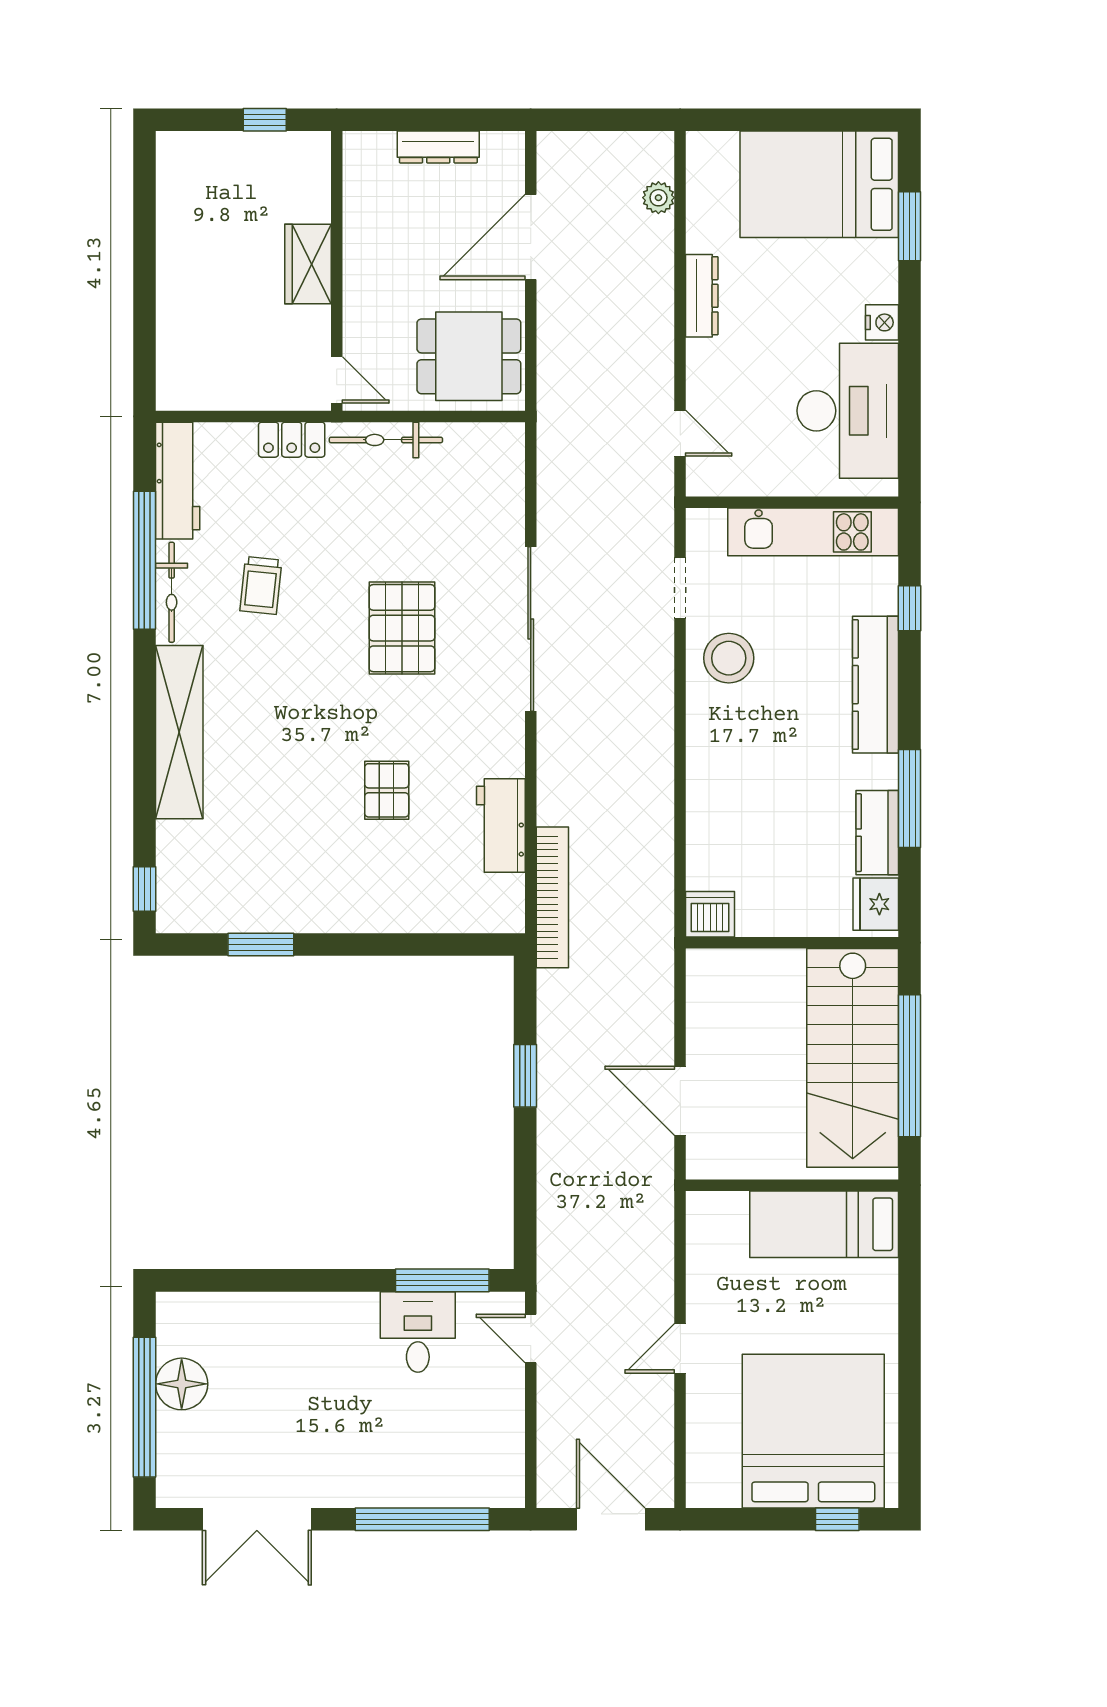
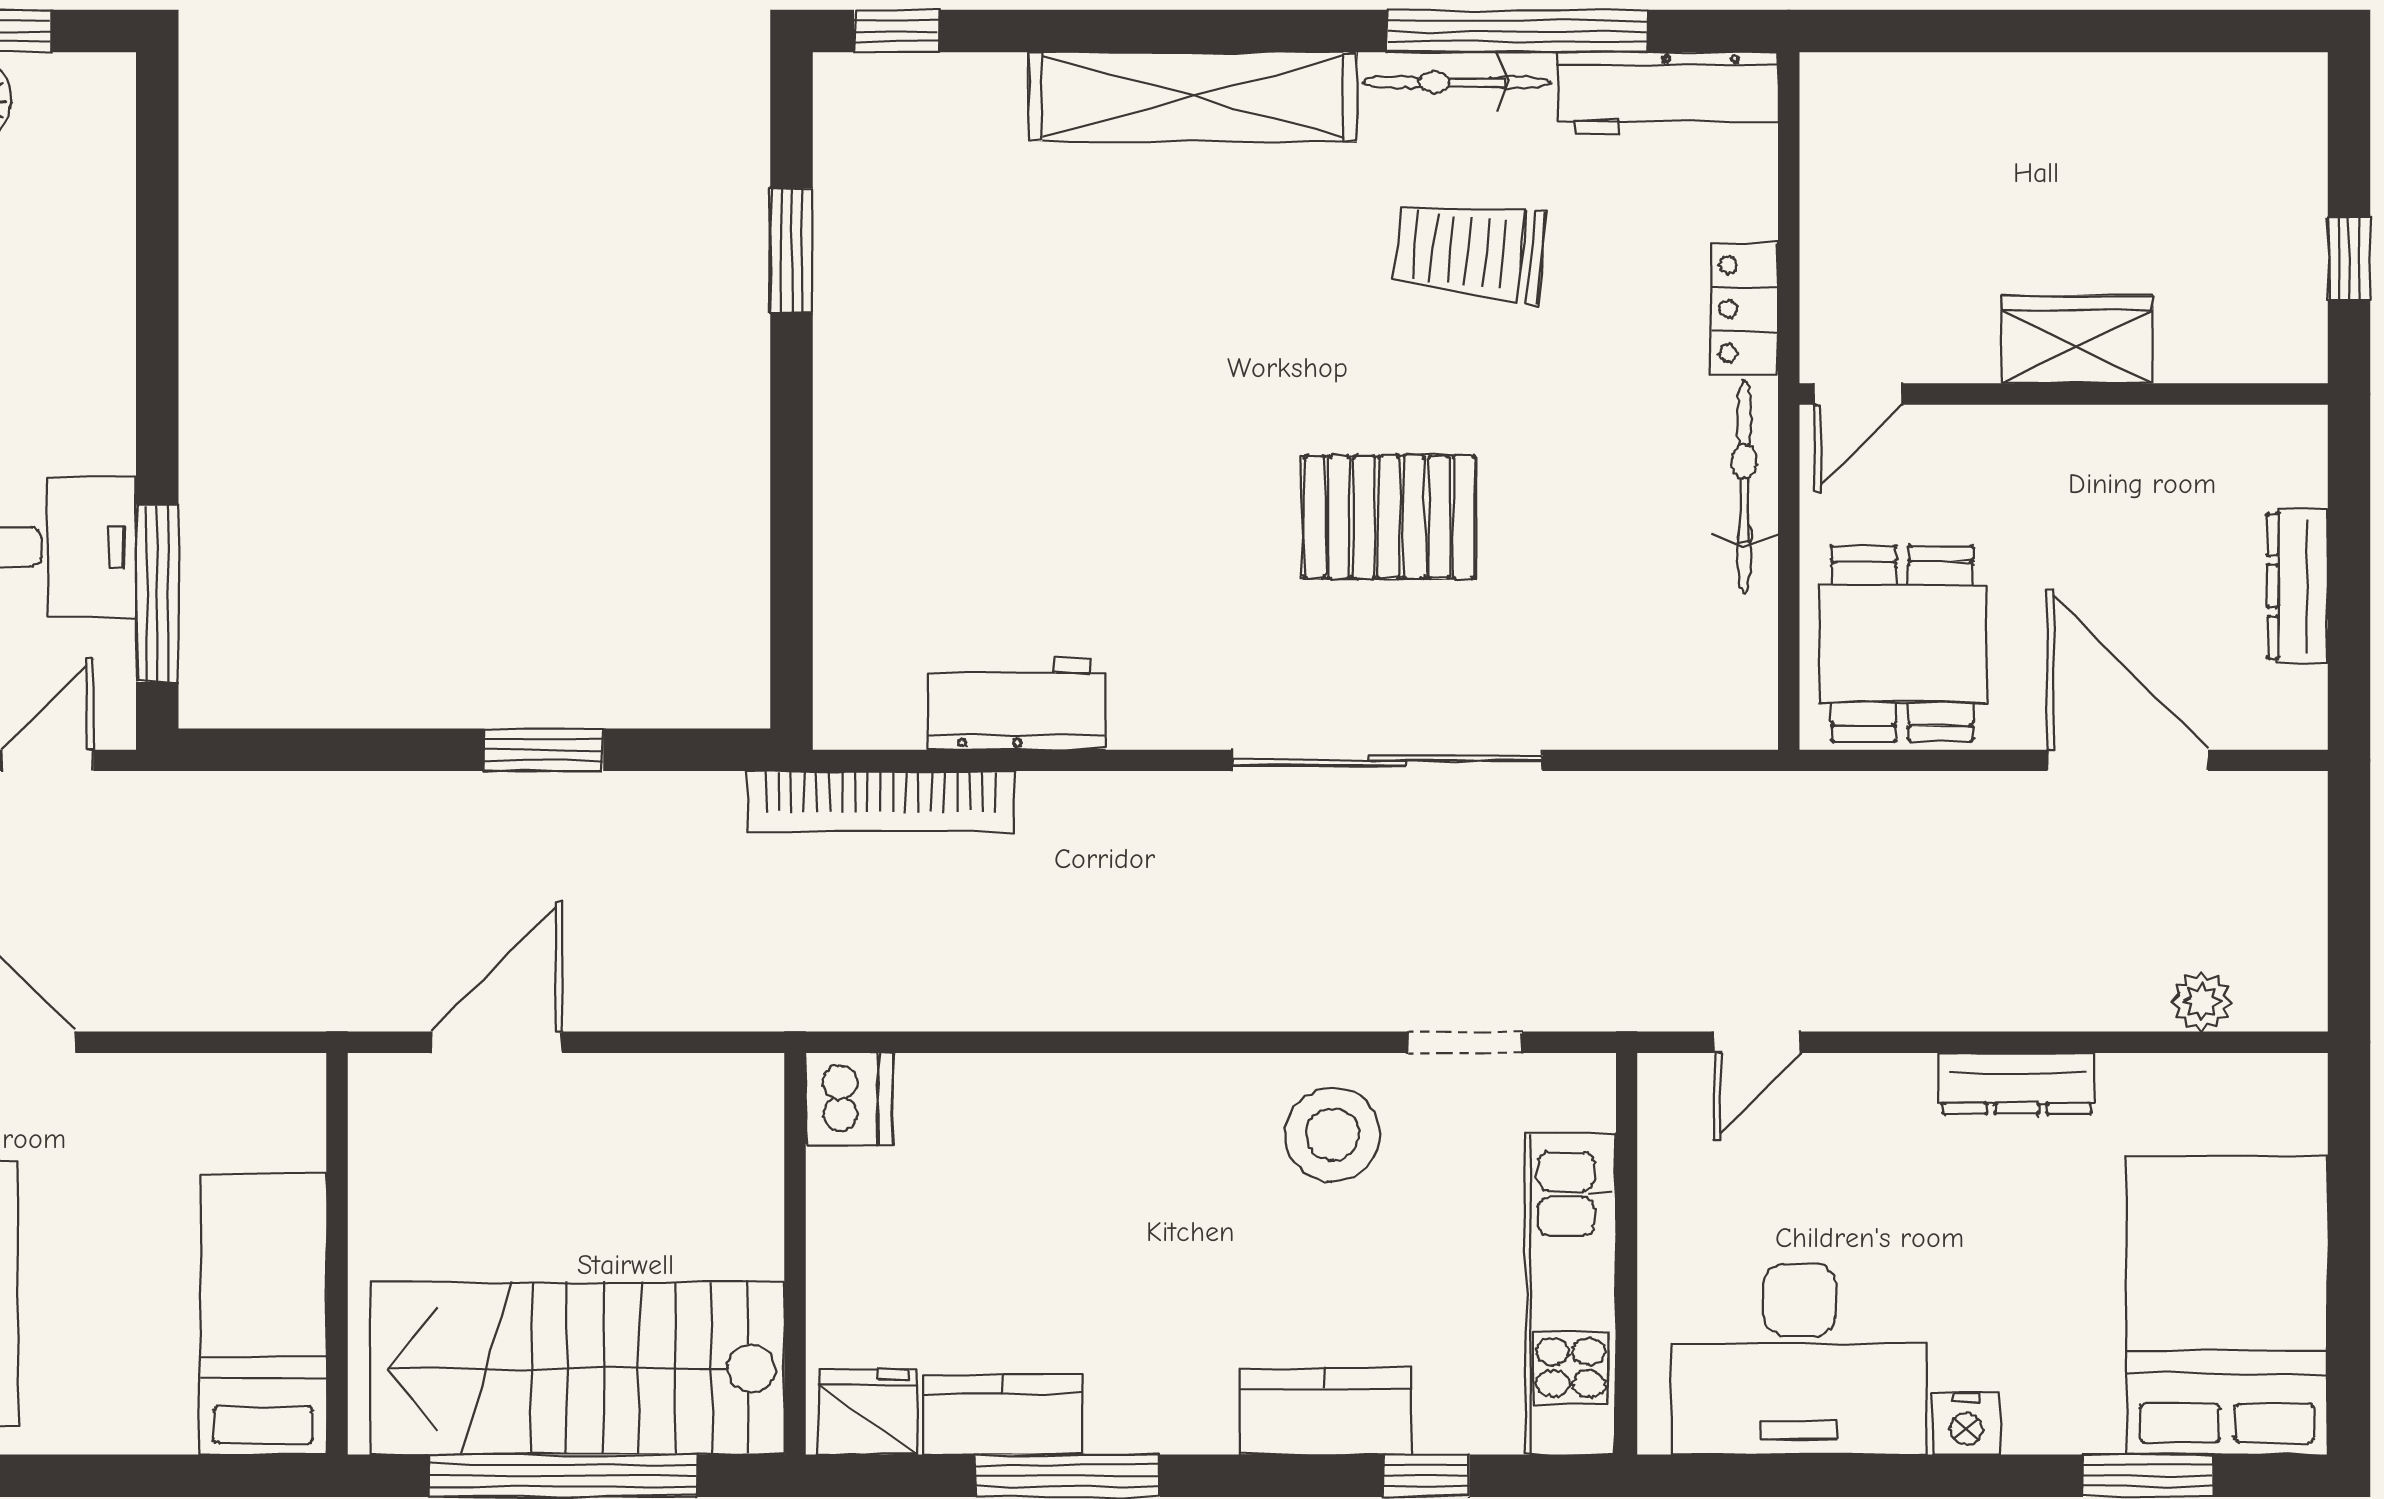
trolley: (261, 585) -> (1470, 251), width x1.36, depth x1.39
kitchen counter: (875, 685) -> (1326, 1411), width x0.67
pallet: (387, 790) -> (1083, 488), removed

